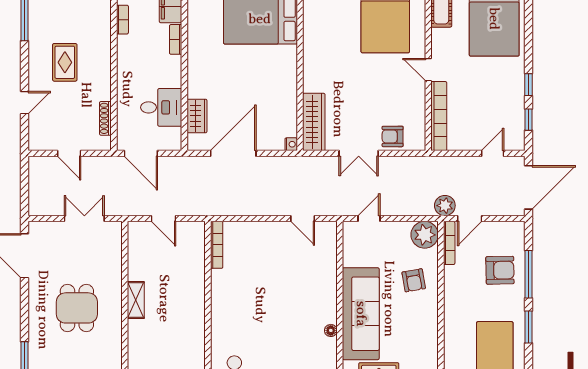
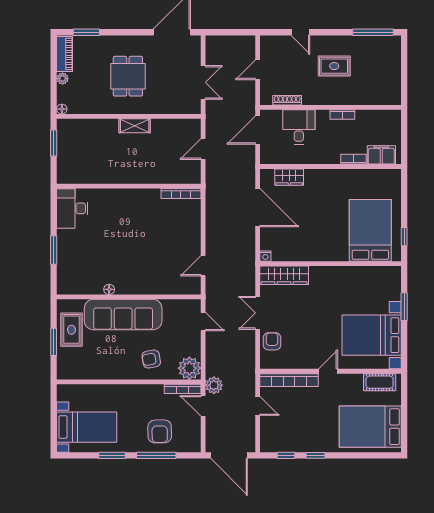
bookcase: (122, 20) -> (342, 115), moved
desk: (161, 107) -> (299, 127), moved, turned 180
door: (493, 153) -> (258, 406), moved
dining table: (77, 308) -> (128, 76), turned 90

